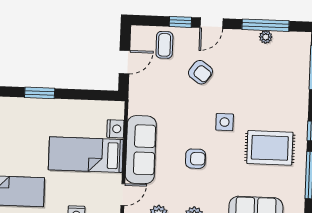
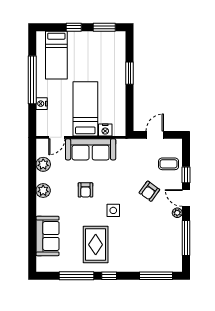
plant: (266, 37) -> (177, 213), moved
door: (124, 62) -> (155, 135), swing flipped
door: (123, 195) -> (57, 137), hinge flipped

